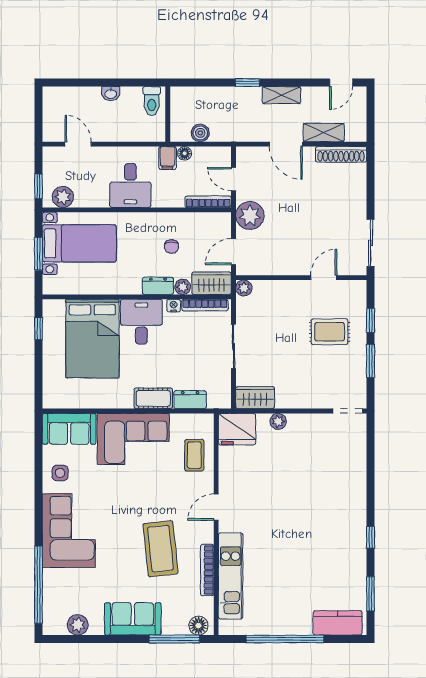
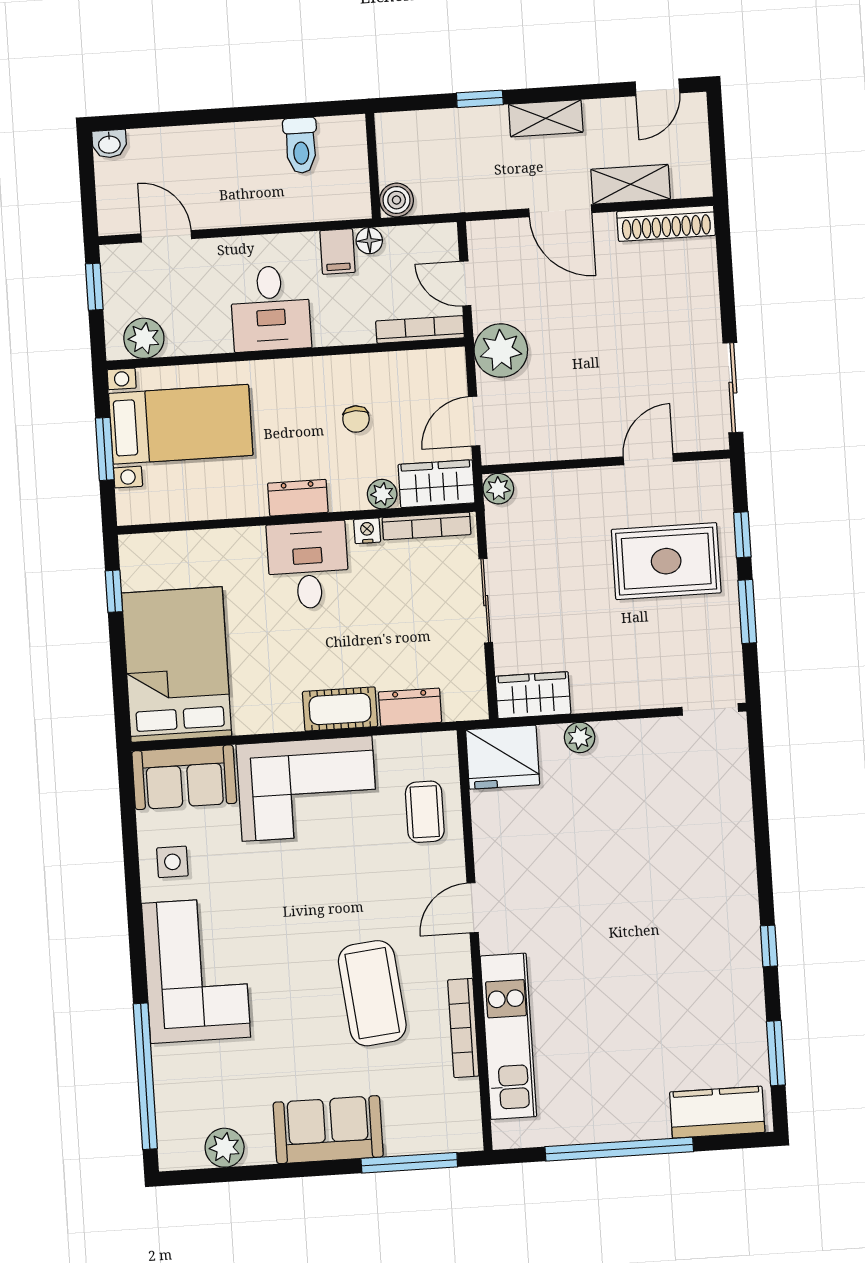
washbasin: (111, 94) -> (109, 144), moved
wall: (168, 114) -> (373, 166), moved
window: (39, 186) -> (94, 287), moved
dresser: (158, 286) -> (298, 498), moved
rug: (330, 332) -> (666, 561), width x1.36, depth x1.43
bed: (92, 339) -> (177, 664), moved, turned 180
floor lamp: (198, 626) -> (454, 1134), removed

